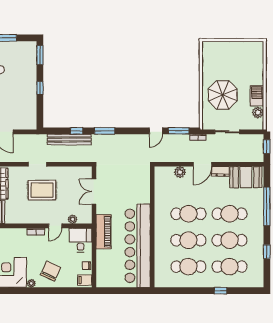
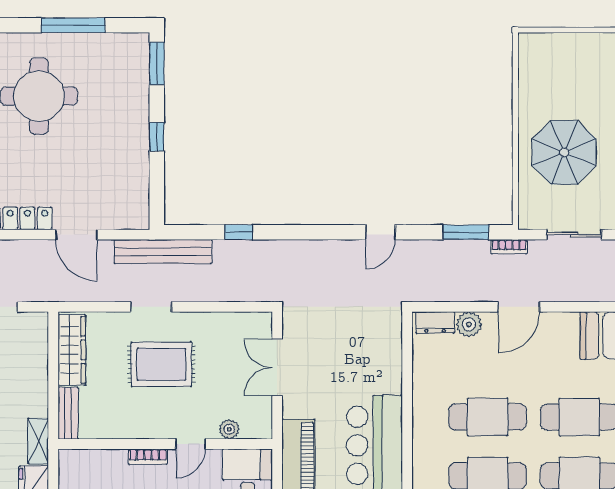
window: (105, 131) -> (301, 232), removed
door: (156, 131) -> (380, 232), moved
bench: (69, 140) -> (163, 252), moved
dresser: (220, 171) -> (435, 322), moved

